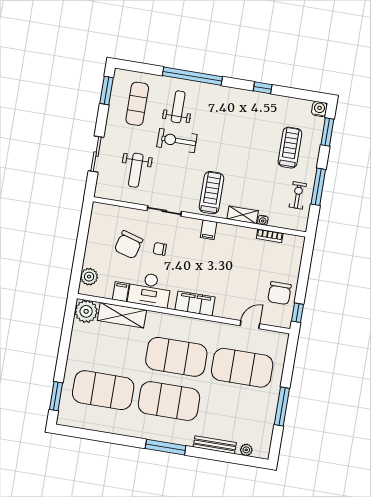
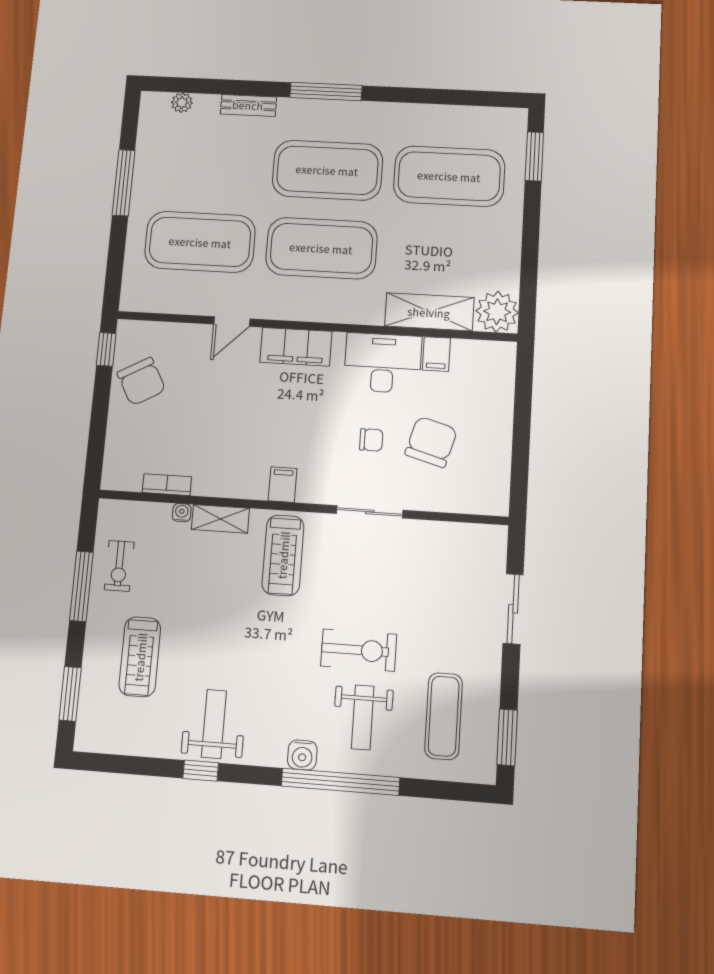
water cooler: (319, 109) -> (302, 755), moved
weight bench: (136, 170) -> (214, 724), moved
plant: (89, 277) -> (499, 375), removed
chair: (279, 293) -> (141, 381), turned 151
door: (250, 325) -> (232, 321), moved
bench: (215, 445) -> (248, 105), width x0.73

